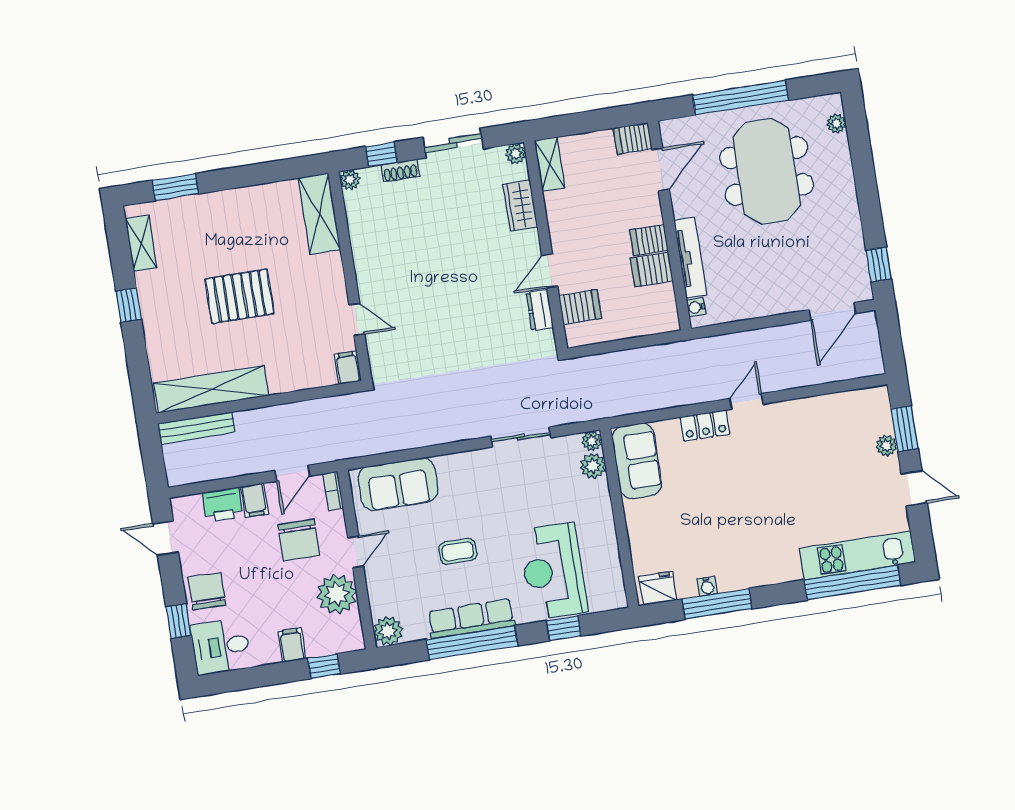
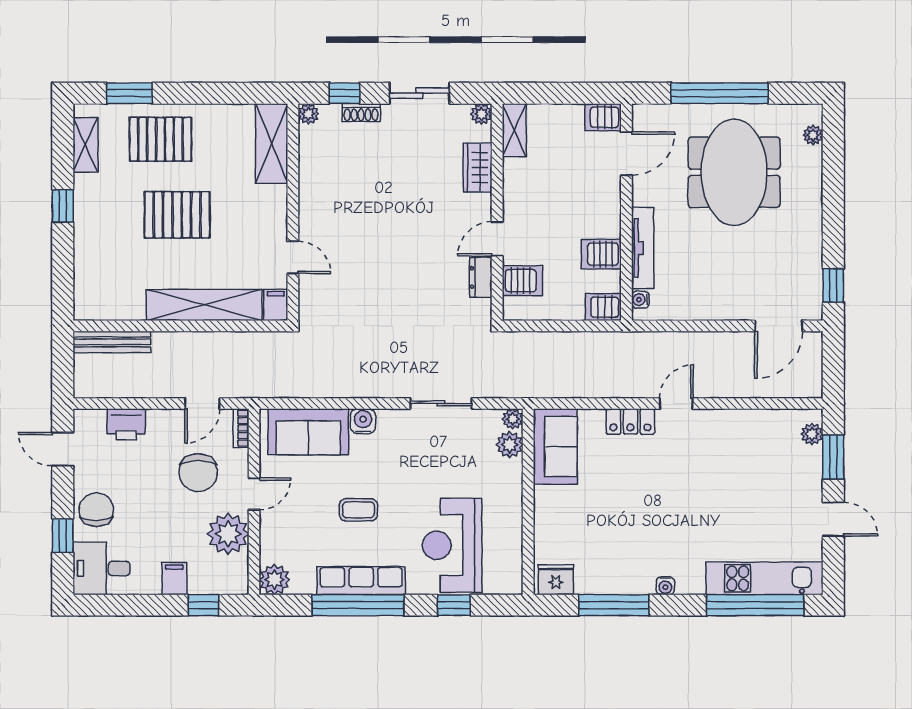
pallet: (212, 226) -> (160, 139), added
server rack: (649, 240) -> (603, 307), moved
shelving: (211, 389) -> (204, 305), moved
plant: (886, 446) -> (812, 434), moved
water cooler: (449, 466) -> (363, 421), added
filing cabinet: (254, 500) -> (159, 425), removed
water cooler: (707, 586) -> (665, 586), moved

